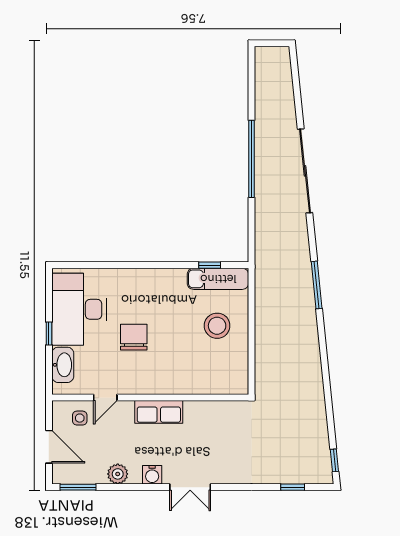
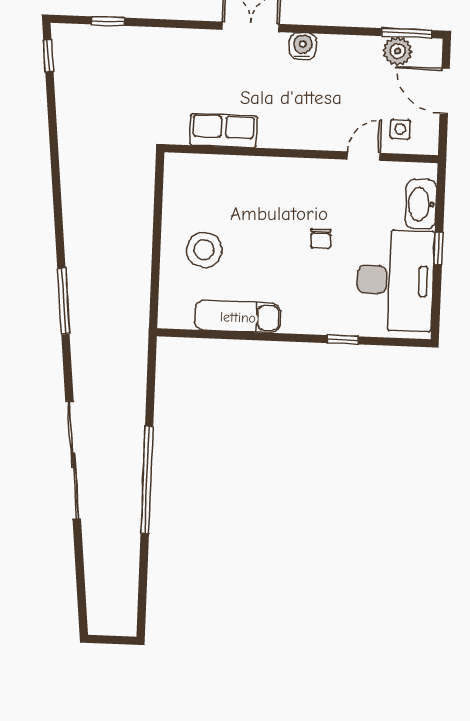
window: (210, 265) -> (343, 340), moved
exam couch: (218, 279) -> (238, 317), moved
chair: (134, 337) -> (321, 239), width x0.54, depth x0.54
row of seats: (159, 412) -> (223, 131), moved
plant: (118, 474) -> (398, 51), moved

